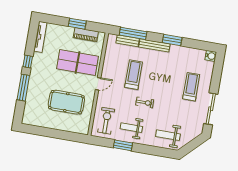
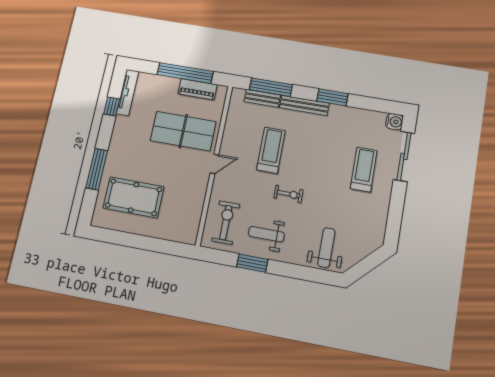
window: (77, 24) -> (185, 73), width x2.11
window: (28, 62) -> (112, 106), moved
pool table: (66, 102) -> (134, 197), moved
sliding door: (211, 109) -> (404, 156), moved
weight bench: (168, 135) -> (326, 248), turned 90

